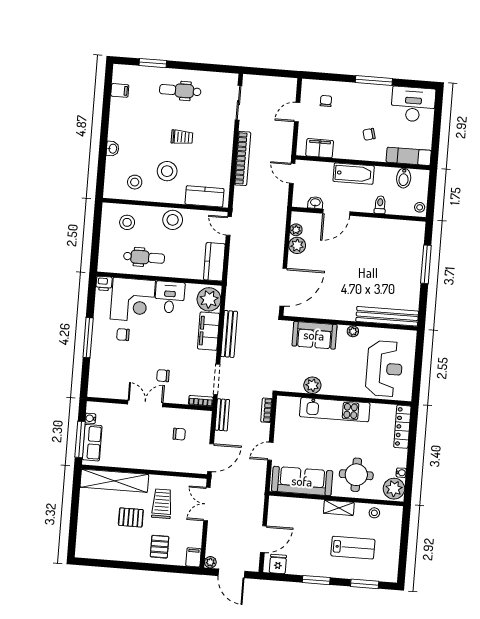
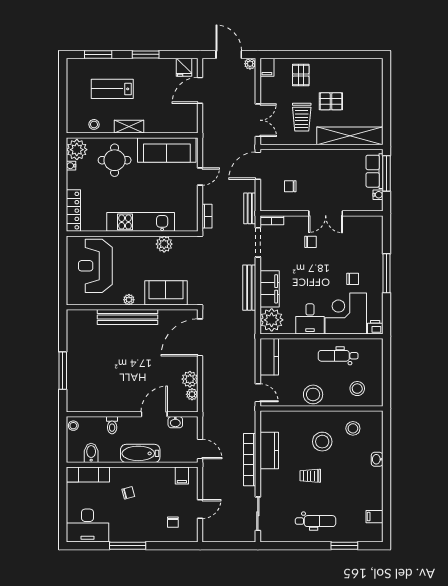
filing cabinet: (320, 148) -> (182, 476), width x0.50
kitchen counter: (205, 196) -> (269, 451), moved, turned -90
bench: (387, 316) -> (128, 317), moved

